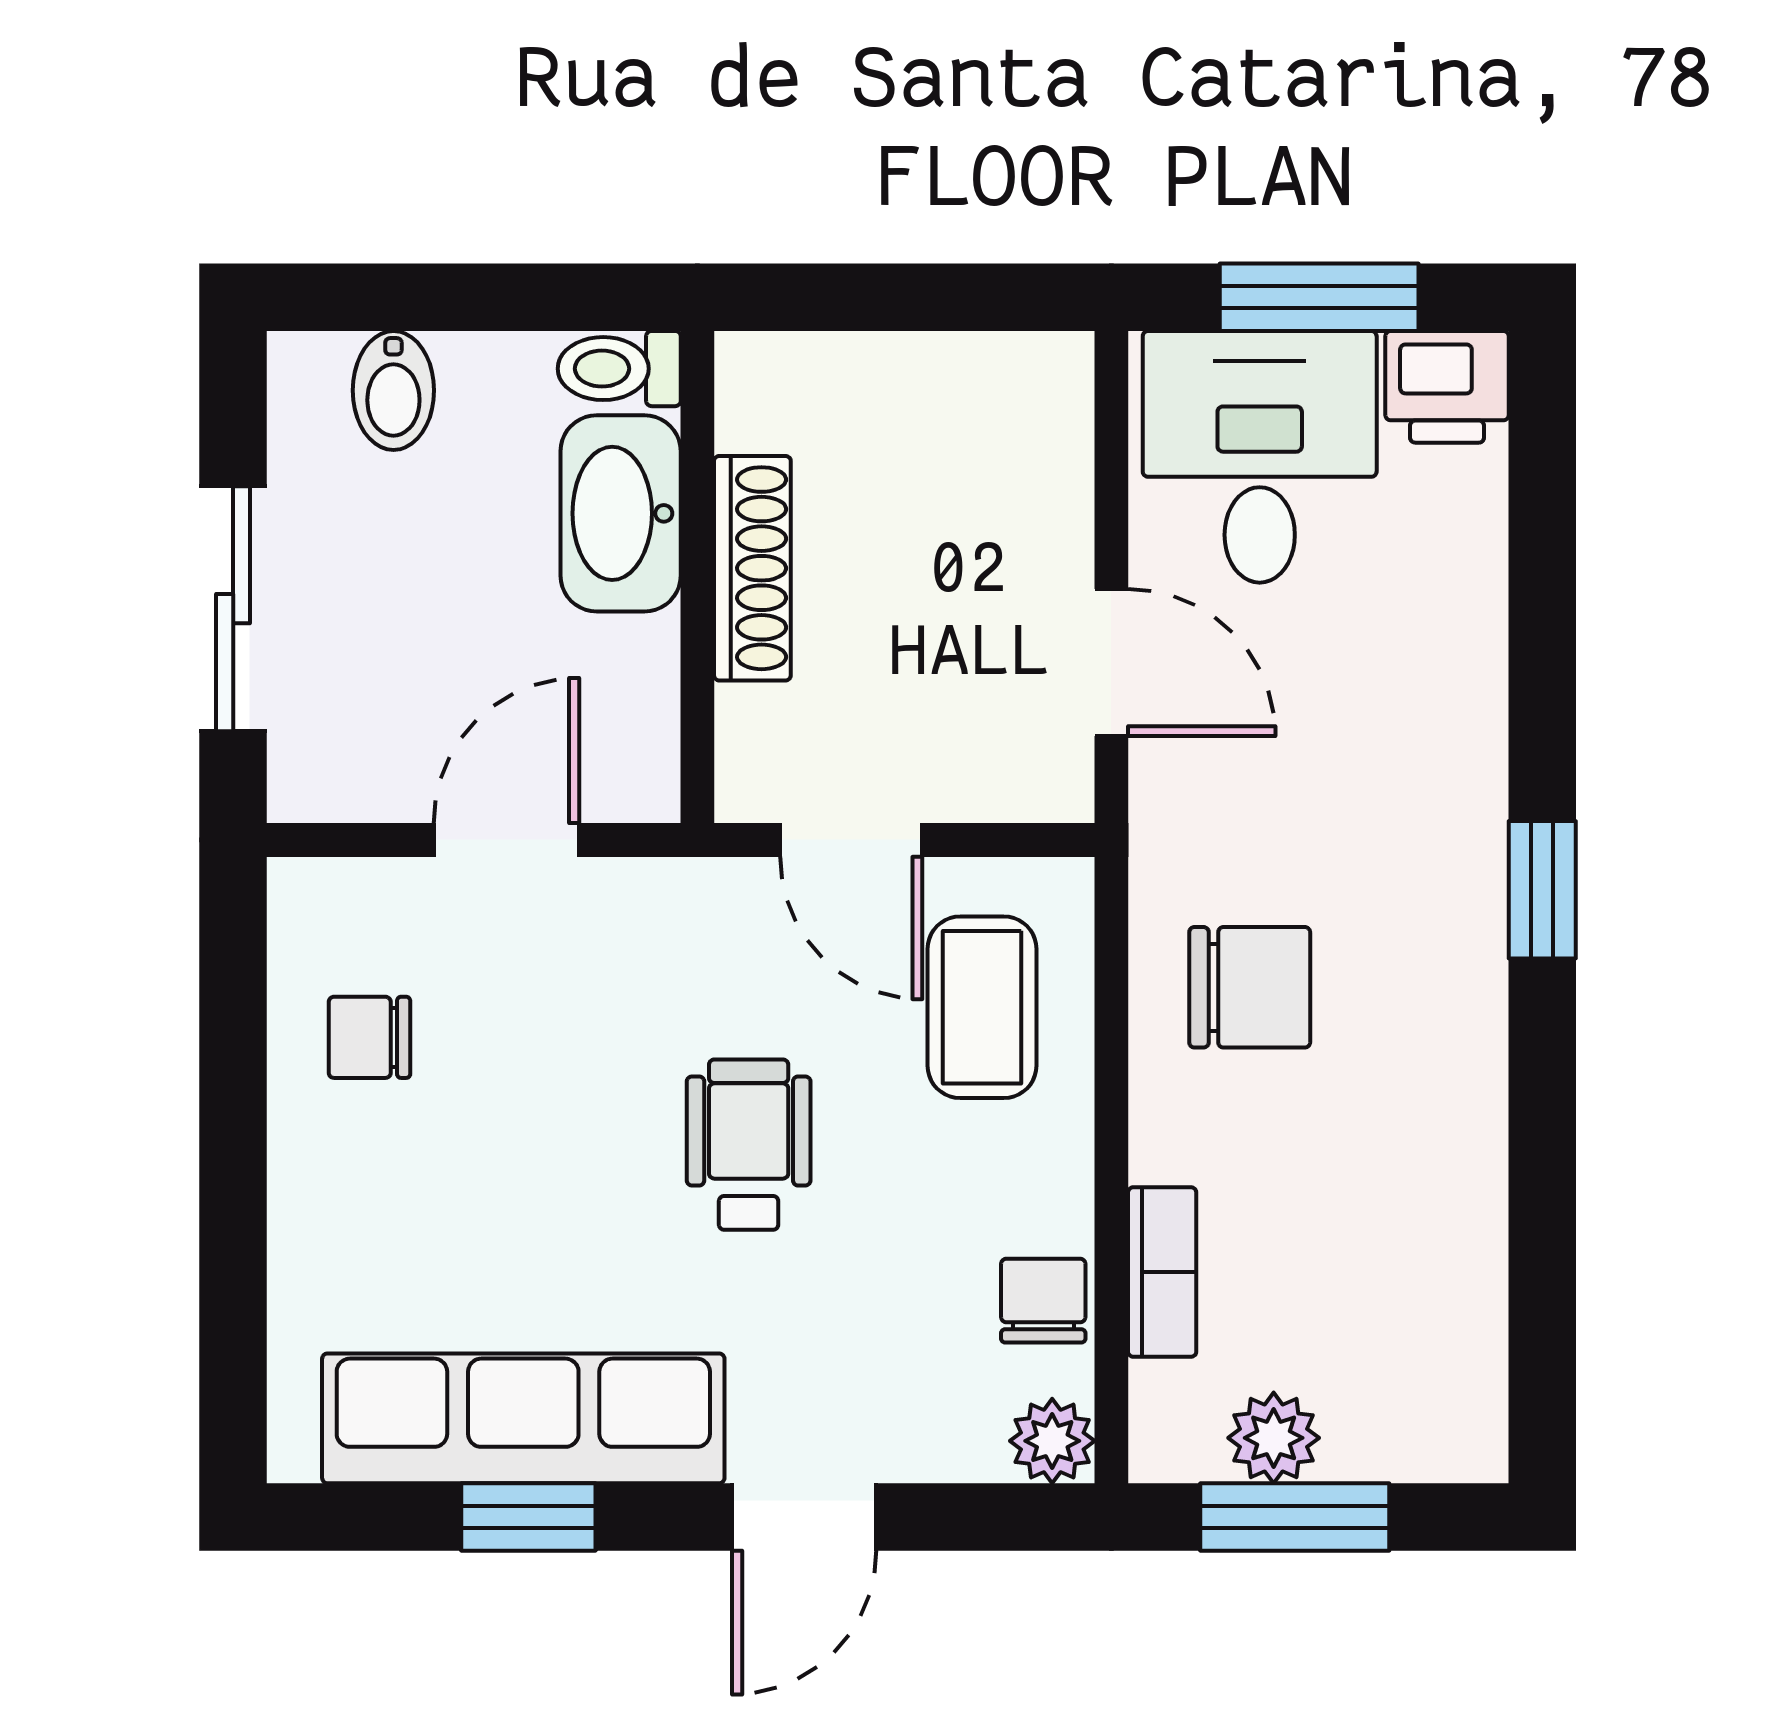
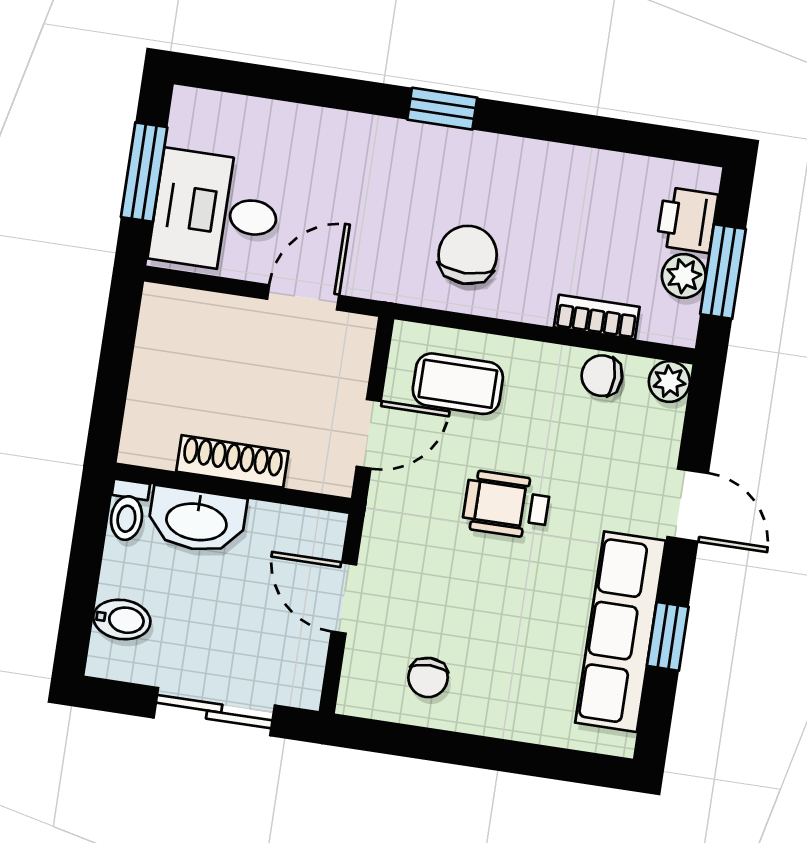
printer: (1447, 387) -> (687, 220), moved, turned 180

